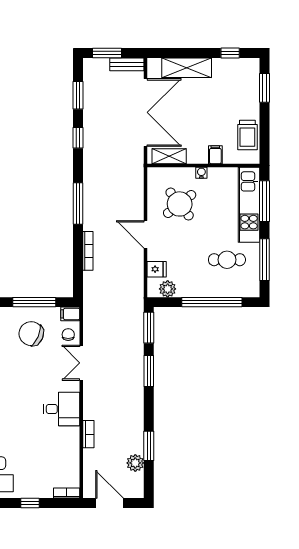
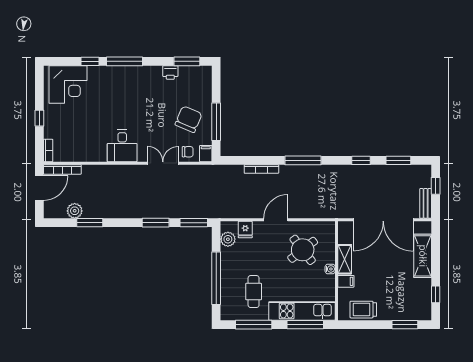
window: (107, 53) -> (436, 186), width x0.67
shelving: (169, 156) -> (345, 259), moved
bookcase: (88, 434) -> (62, 169), moved, width x1.56

